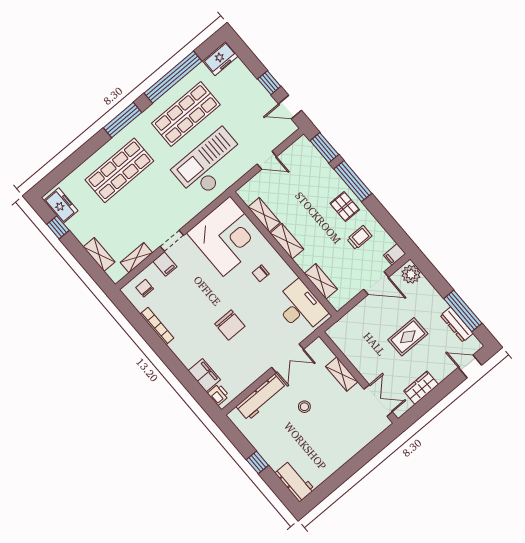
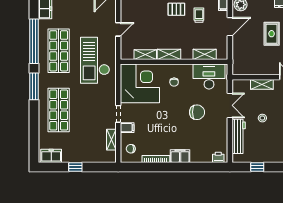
window: (58, 227) -> (75, 167), moved
shelving: (99, 254) -> (93, 158), removed
chair: (230, 325) -> (197, 112), moved
filing cabinet: (204, 375) -> (180, 156), moved
window: (257, 462) -> (257, 167), moved

